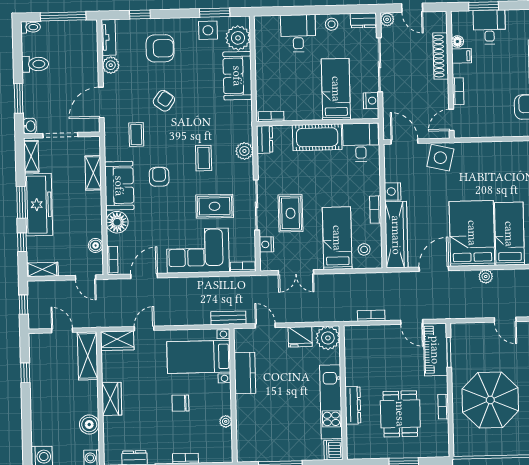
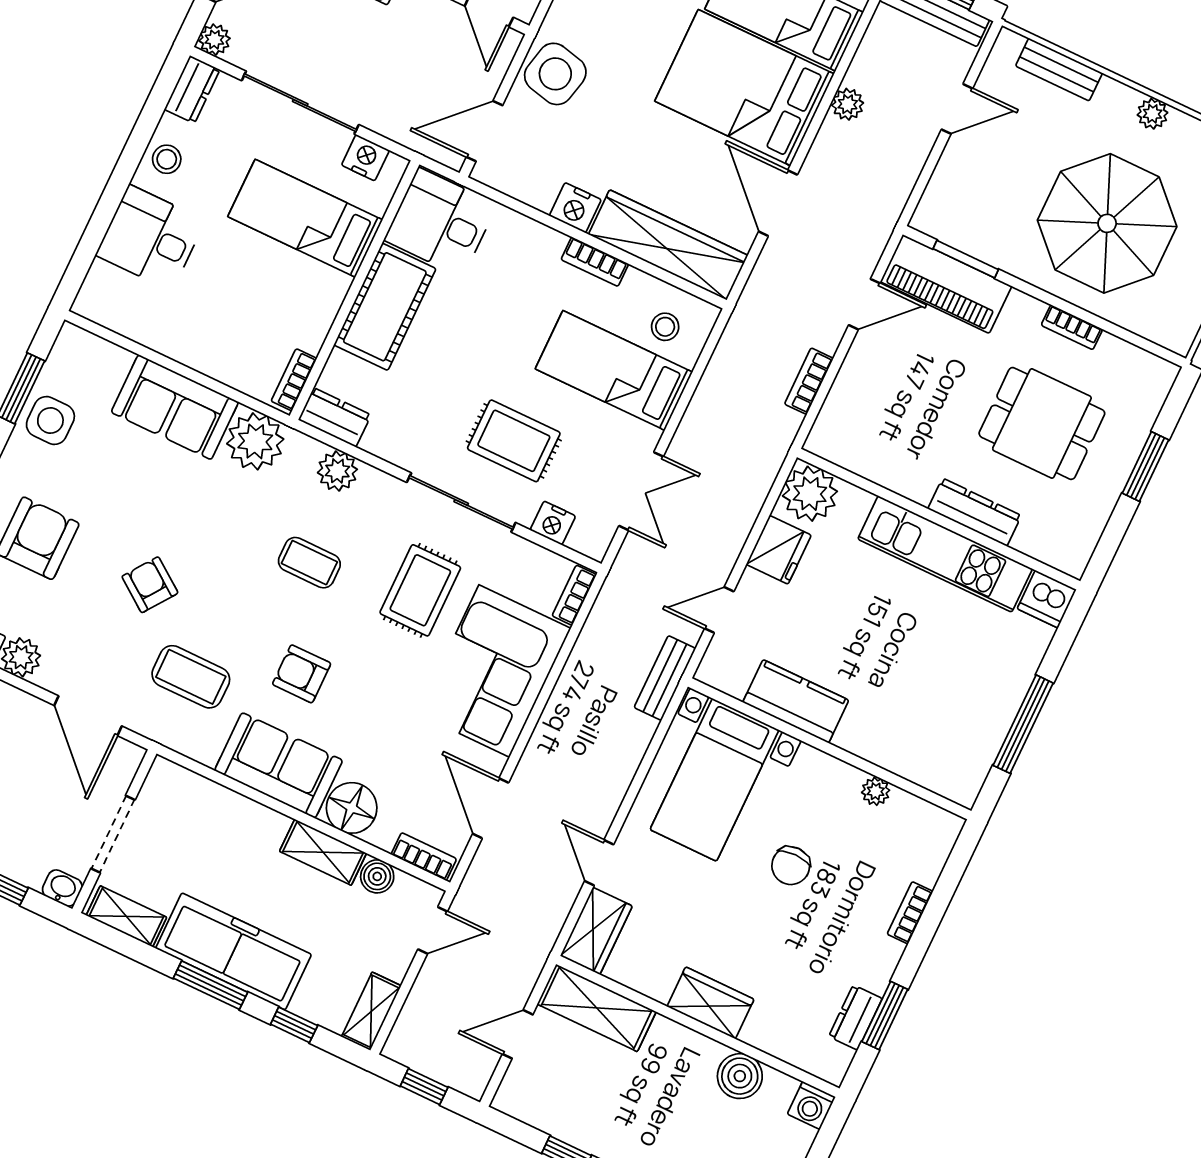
plant: (238, 38) -> (255, 441), moved
coffee table: (136, 135) -> (191, 677), width x1.36, depth x1.30
shelving: (93, 173) -> (323, 852), moved

